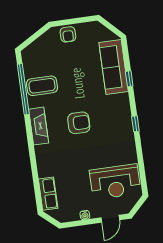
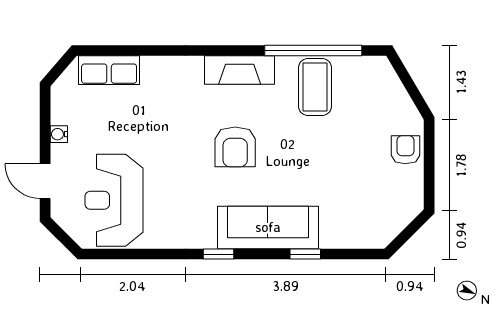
armchair: (68, 34) -> (405, 150), turned 90
sofa: (114, 67) -> (268, 227), moved

